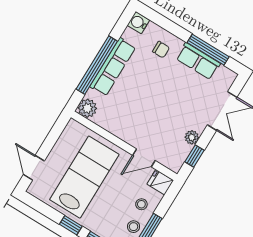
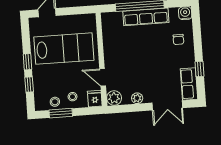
window: (208, 50) -> (199, 69), width x0.46
row of seats: (198, 61) -> (189, 84), moved
plant: (87, 108) -> (114, 98), moved
window: (194, 156) -> (127, 108), removed

